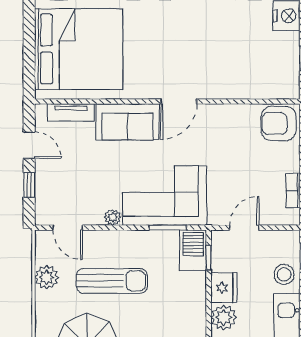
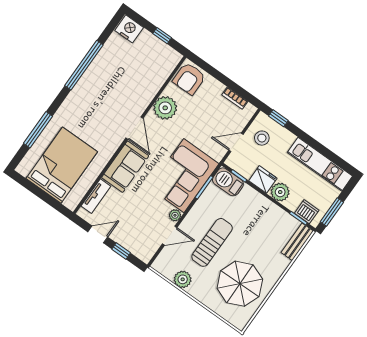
bed: (79, 49) -> (62, 165), width x0.73
plant: (226, 120) -> (165, 108), added
door: (68, 228) -> (170, 236), moved
door: (244, 228) -> (236, 142), hinge flipped
stool: (284, 274) -> (262, 138), moved

